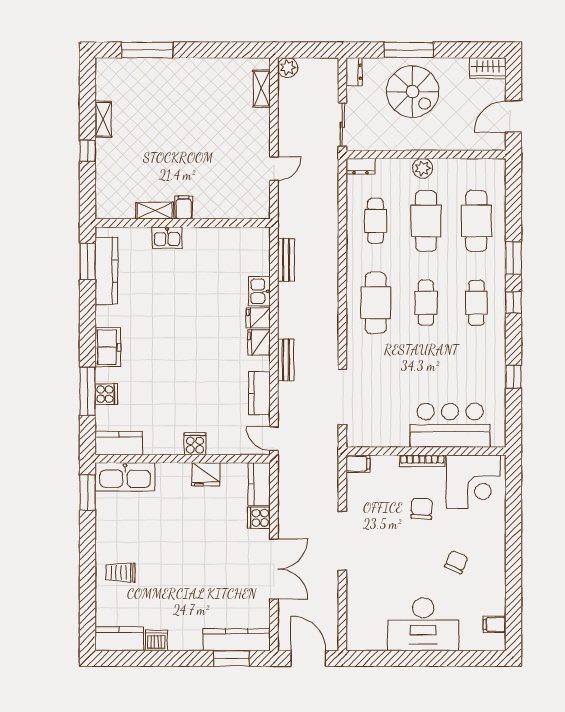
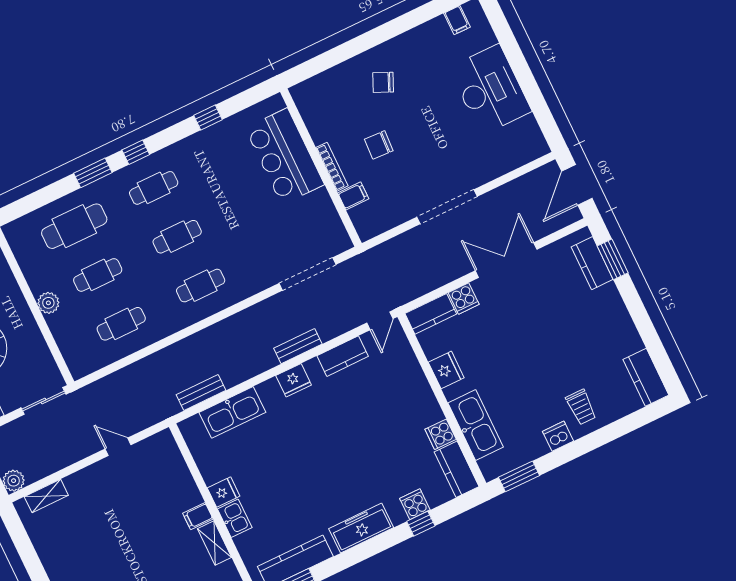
dresser: (360, 166) -> (75, 364), removed
cafe table: (426, 221) -> (98, 275), width x0.73, depth x0.74
kitchen sink: (259, 291) -> (232, 412), width x1.88, depth x1.24
cafe table: (376, 303) -> (201, 286), width x0.73, depth x0.74
fridge: (258, 318) -> (224, 492), moved, turned -90
freezer: (108, 347) -> (361, 528), width x1.40
window: (88, 391) -> (421, 524), width x0.46
cooker: (195, 444) -> (441, 434), moved
filing cabinet: (358, 464) -> (353, 196), moved, turned 90
kitchen sink: (125, 477) -> (476, 425), moved
corner desk: (473, 482) -> (329, 107), removed
chair: (456, 562) -> (383, 82), moved
dishwasher: (156, 640) -> (558, 436), moved, turned 90
kitchen counter: (237, 640) -> (592, 263), width x0.67

